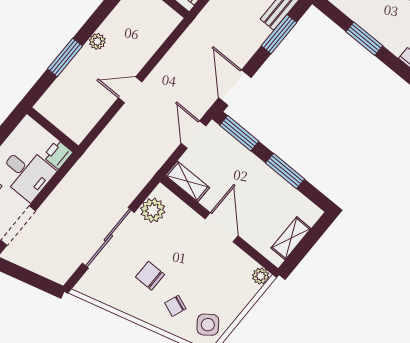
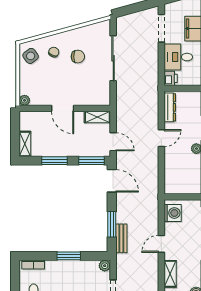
dresser: (88, 119) -> (170, 107), added
plant: (153, 210) -> (103, 89), removed
shelving: (291, 238) -> (25, 144), moved

